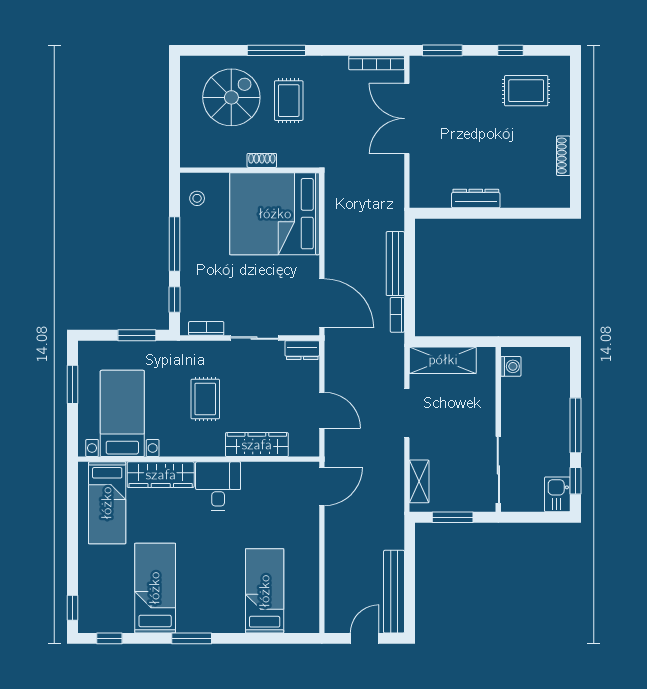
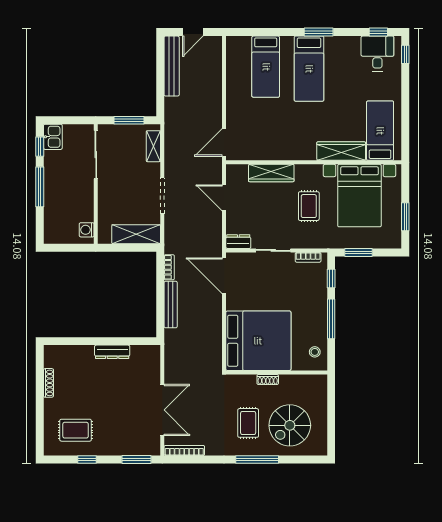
bed with nightstands: (122, 413) -> (359, 196), width x1.36
desk: (218, 486) -> (377, 53), moved, turned 180
bed: (155, 588) -> (309, 69), moved

